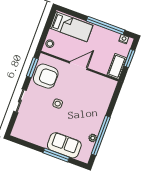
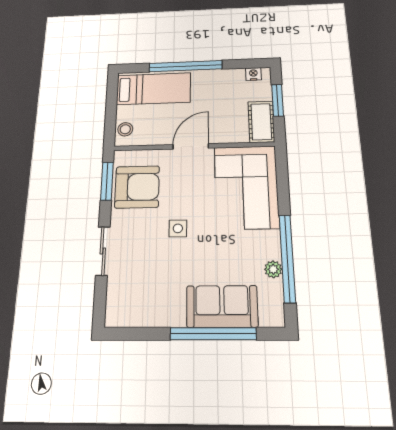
window: (105, 25) -> (185, 66), moved
corner sofa: (96, 96) -> (246, 187), added
window: (56, 155) -> (213, 334), width x1.46

